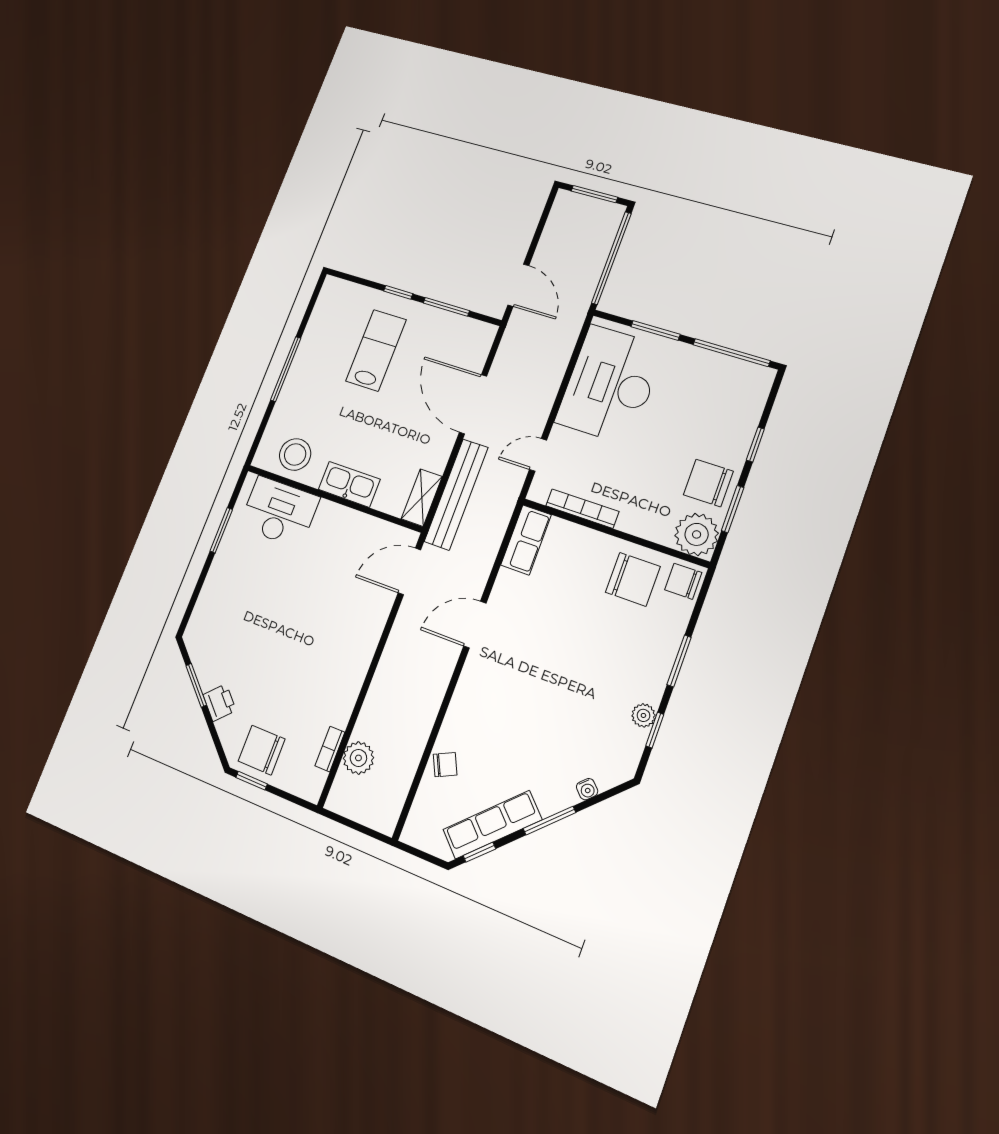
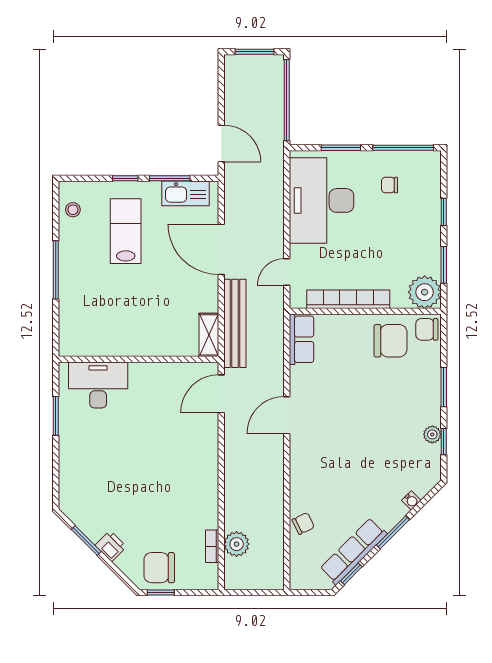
stool: (295, 454) -> (73, 210), moved, width x0.53, depth x0.53
chair: (708, 483) -> (390, 185), moved, width x0.54, depth x0.54
kitchen sink: (349, 484) -> (185, 193), moved, turned 180
bookcase: (582, 509) -> (348, 299), width x1.48, depth x1.31

